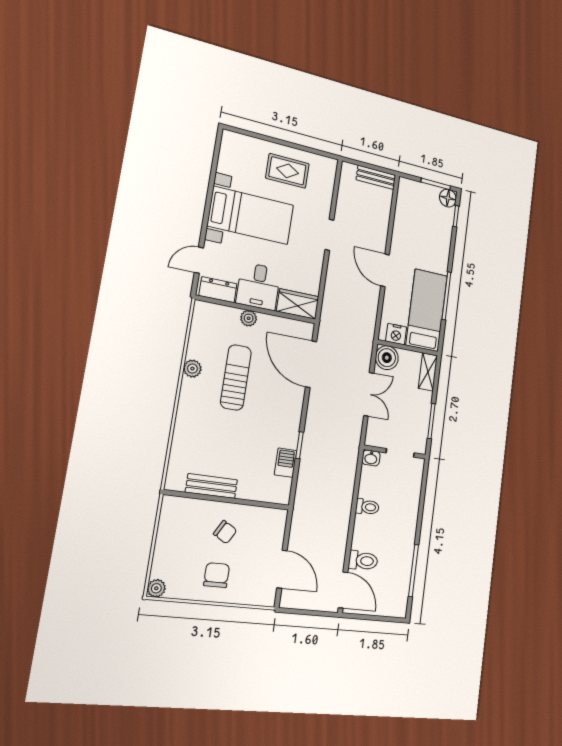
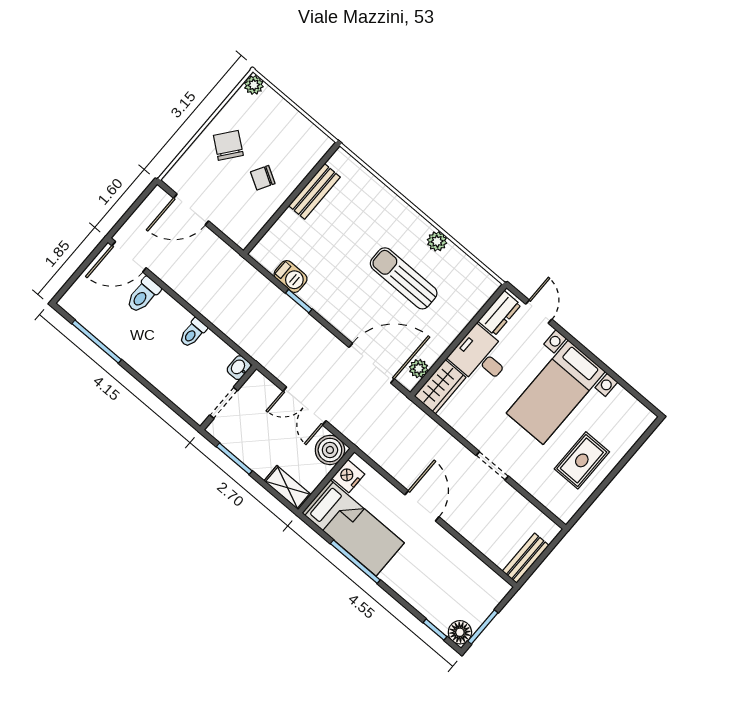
door: (385, 270) -> (422, 506), hinge flipped
plant: (249, 318) -> (419, 369), moved
sun lounger: (236, 377) -> (404, 278), turned 180
chair: (217, 575) -> (228, 145), turned -142

